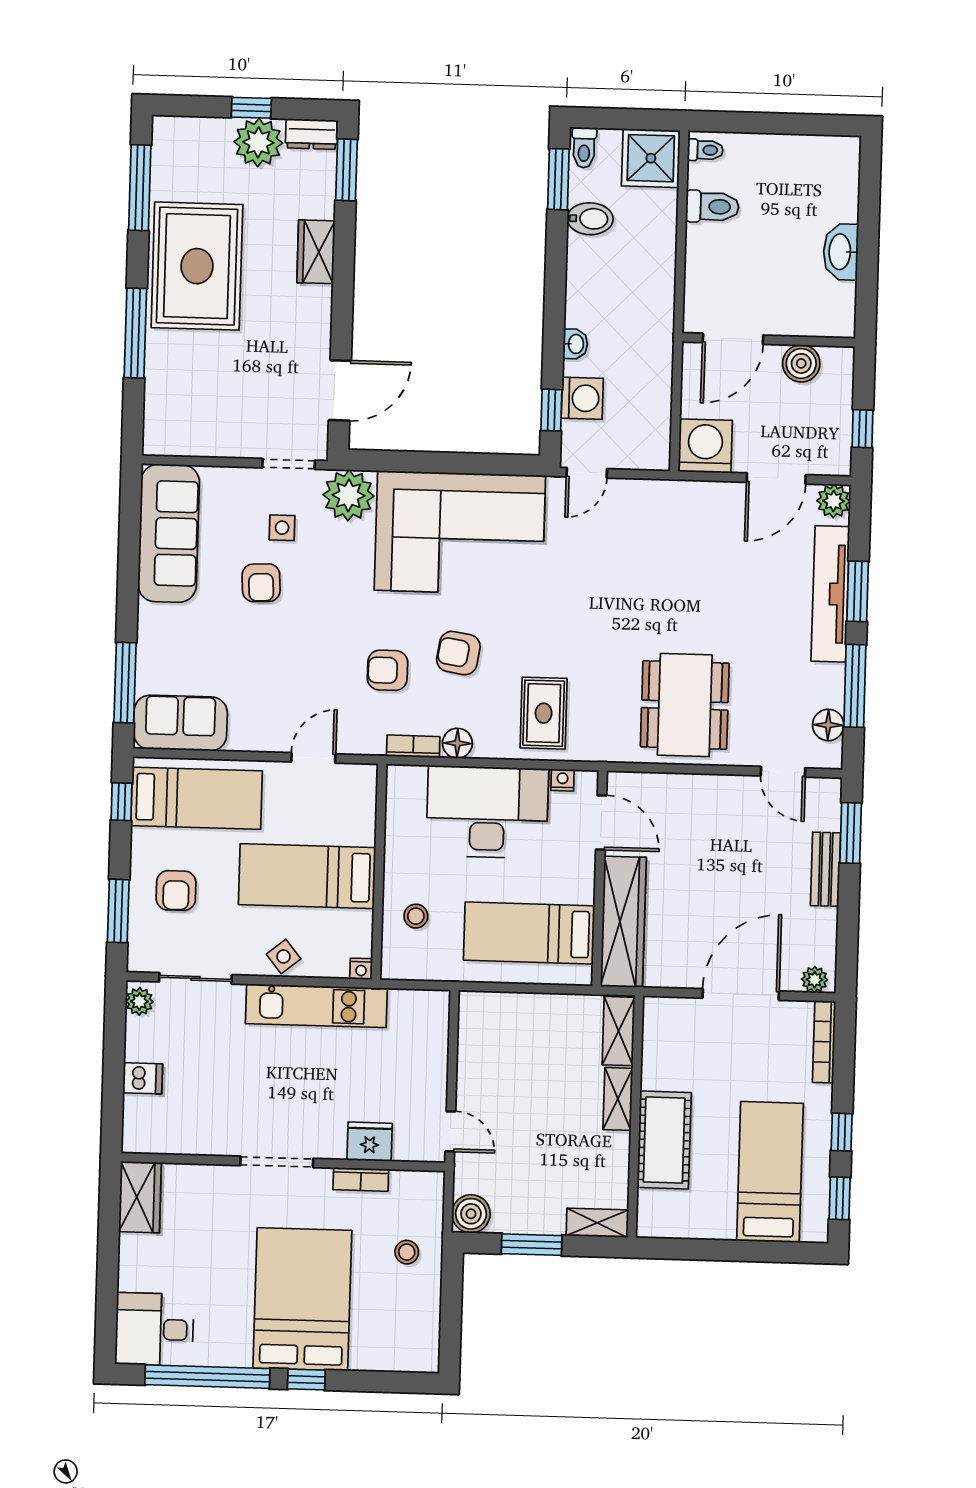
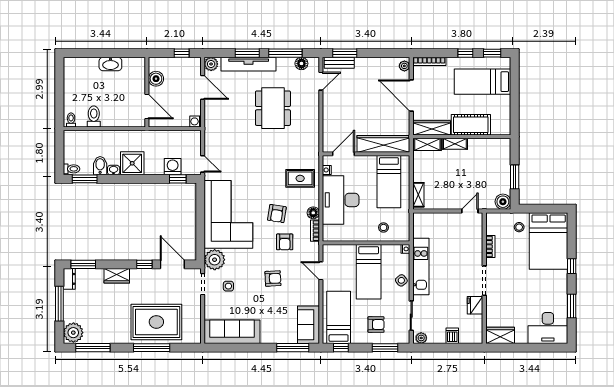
window: (251, 108) -> (59, 304), width x2.17
plant: (258, 142) -> (73, 333), moved
shower: (651, 158) -> (132, 163), moved
rug: (197, 266) -> (156, 322), moved
window: (342, 321) -> (144, 264), added
washbasin: (575, 344) -> (114, 170), moved
washing machine: (705, 446) -> (195, 121), width x0.53, depth x0.53
armchair: (261, 583) -> (273, 278), moved
dining table: (685, 705) -> (273, 108), moved, turned 90
bench: (826, 869) -> (339, 63), moved
wardrobe: (659, 1043) -> (432, 128), added
fridge: (370, 1142) -> (475, 305), moved
shelving: (597, 1223) -> (418, 195), moved
bed: (302, 1299) -> (549, 241), moved, turned -90
desk: (154, 1329) -> (548, 328), width x1.37
window: (207, 1377) -> (572, 306), width x0.47

